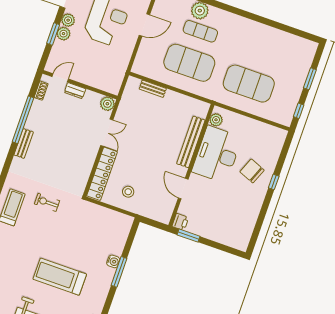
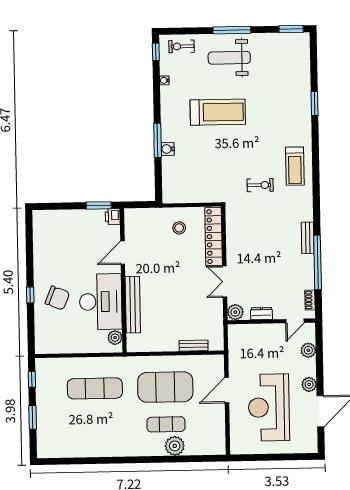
door: (144, 25) -> (227, 390), moved
window: (53, 34) -> (320, 364), removed
plant: (63, 34) -> (308, 350), moved
exercise mat: (249, 84) -> (95, 388), width x0.68
dresser: (75, 91) -> (261, 313), moved
door: (183, 189) -> (123, 253), swing flipped

